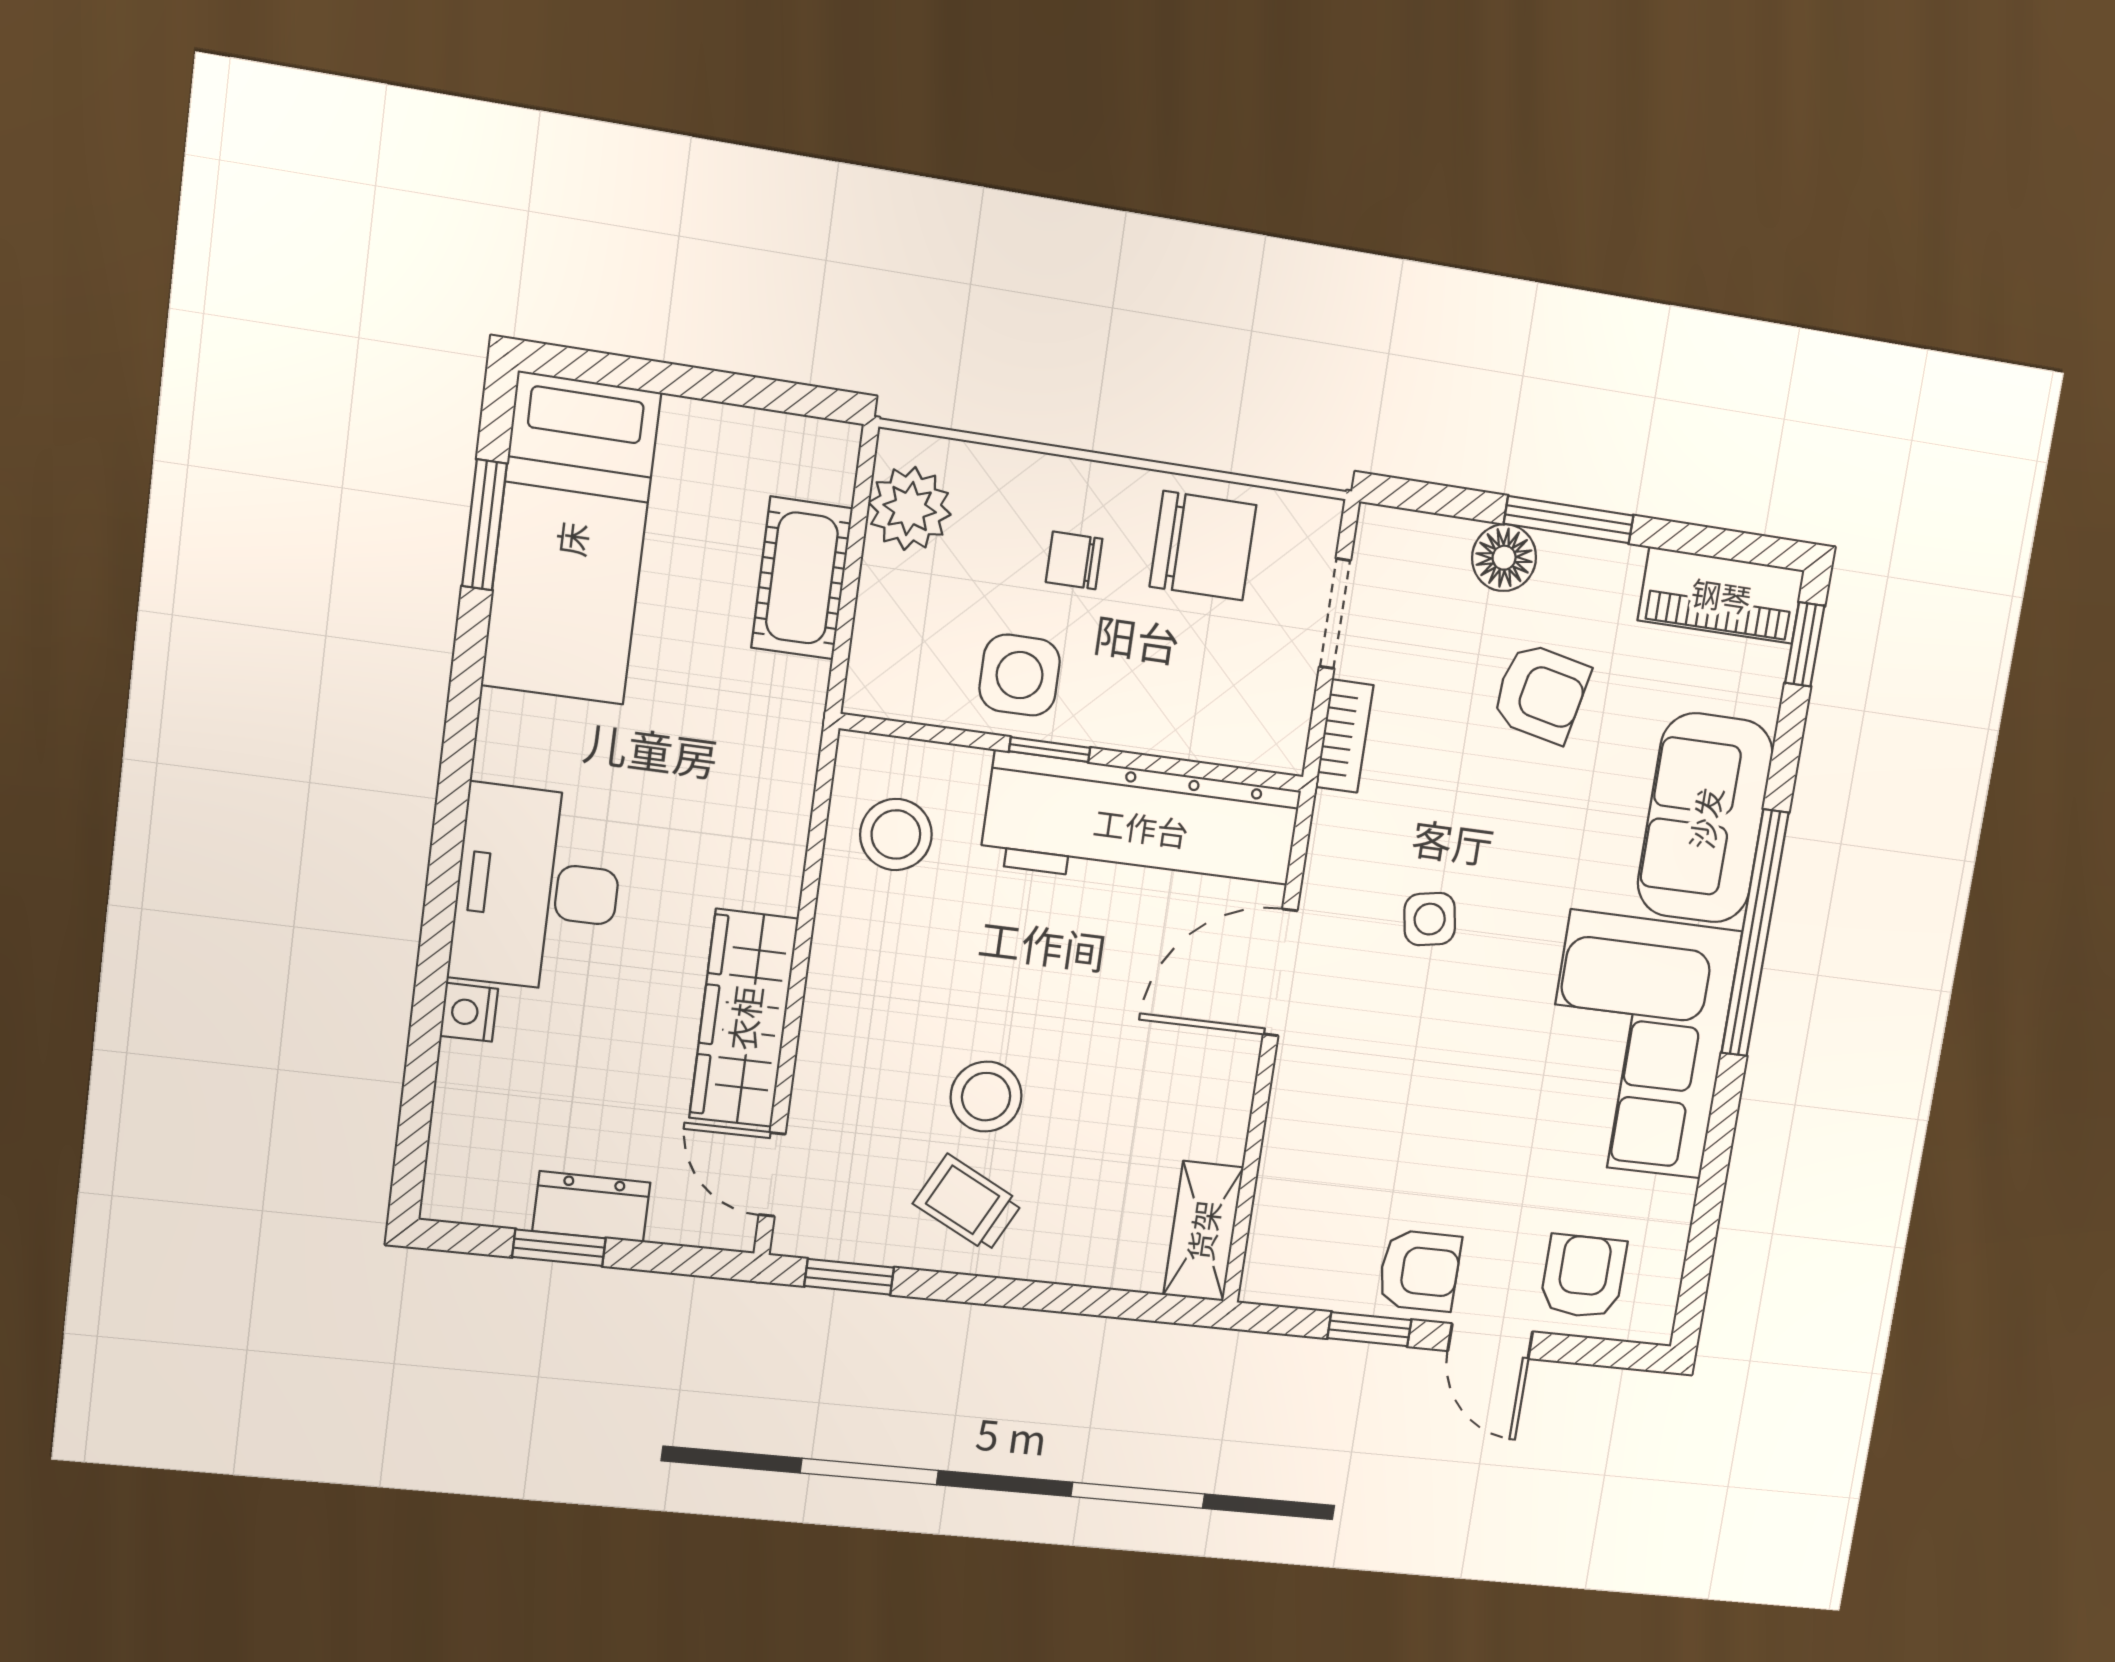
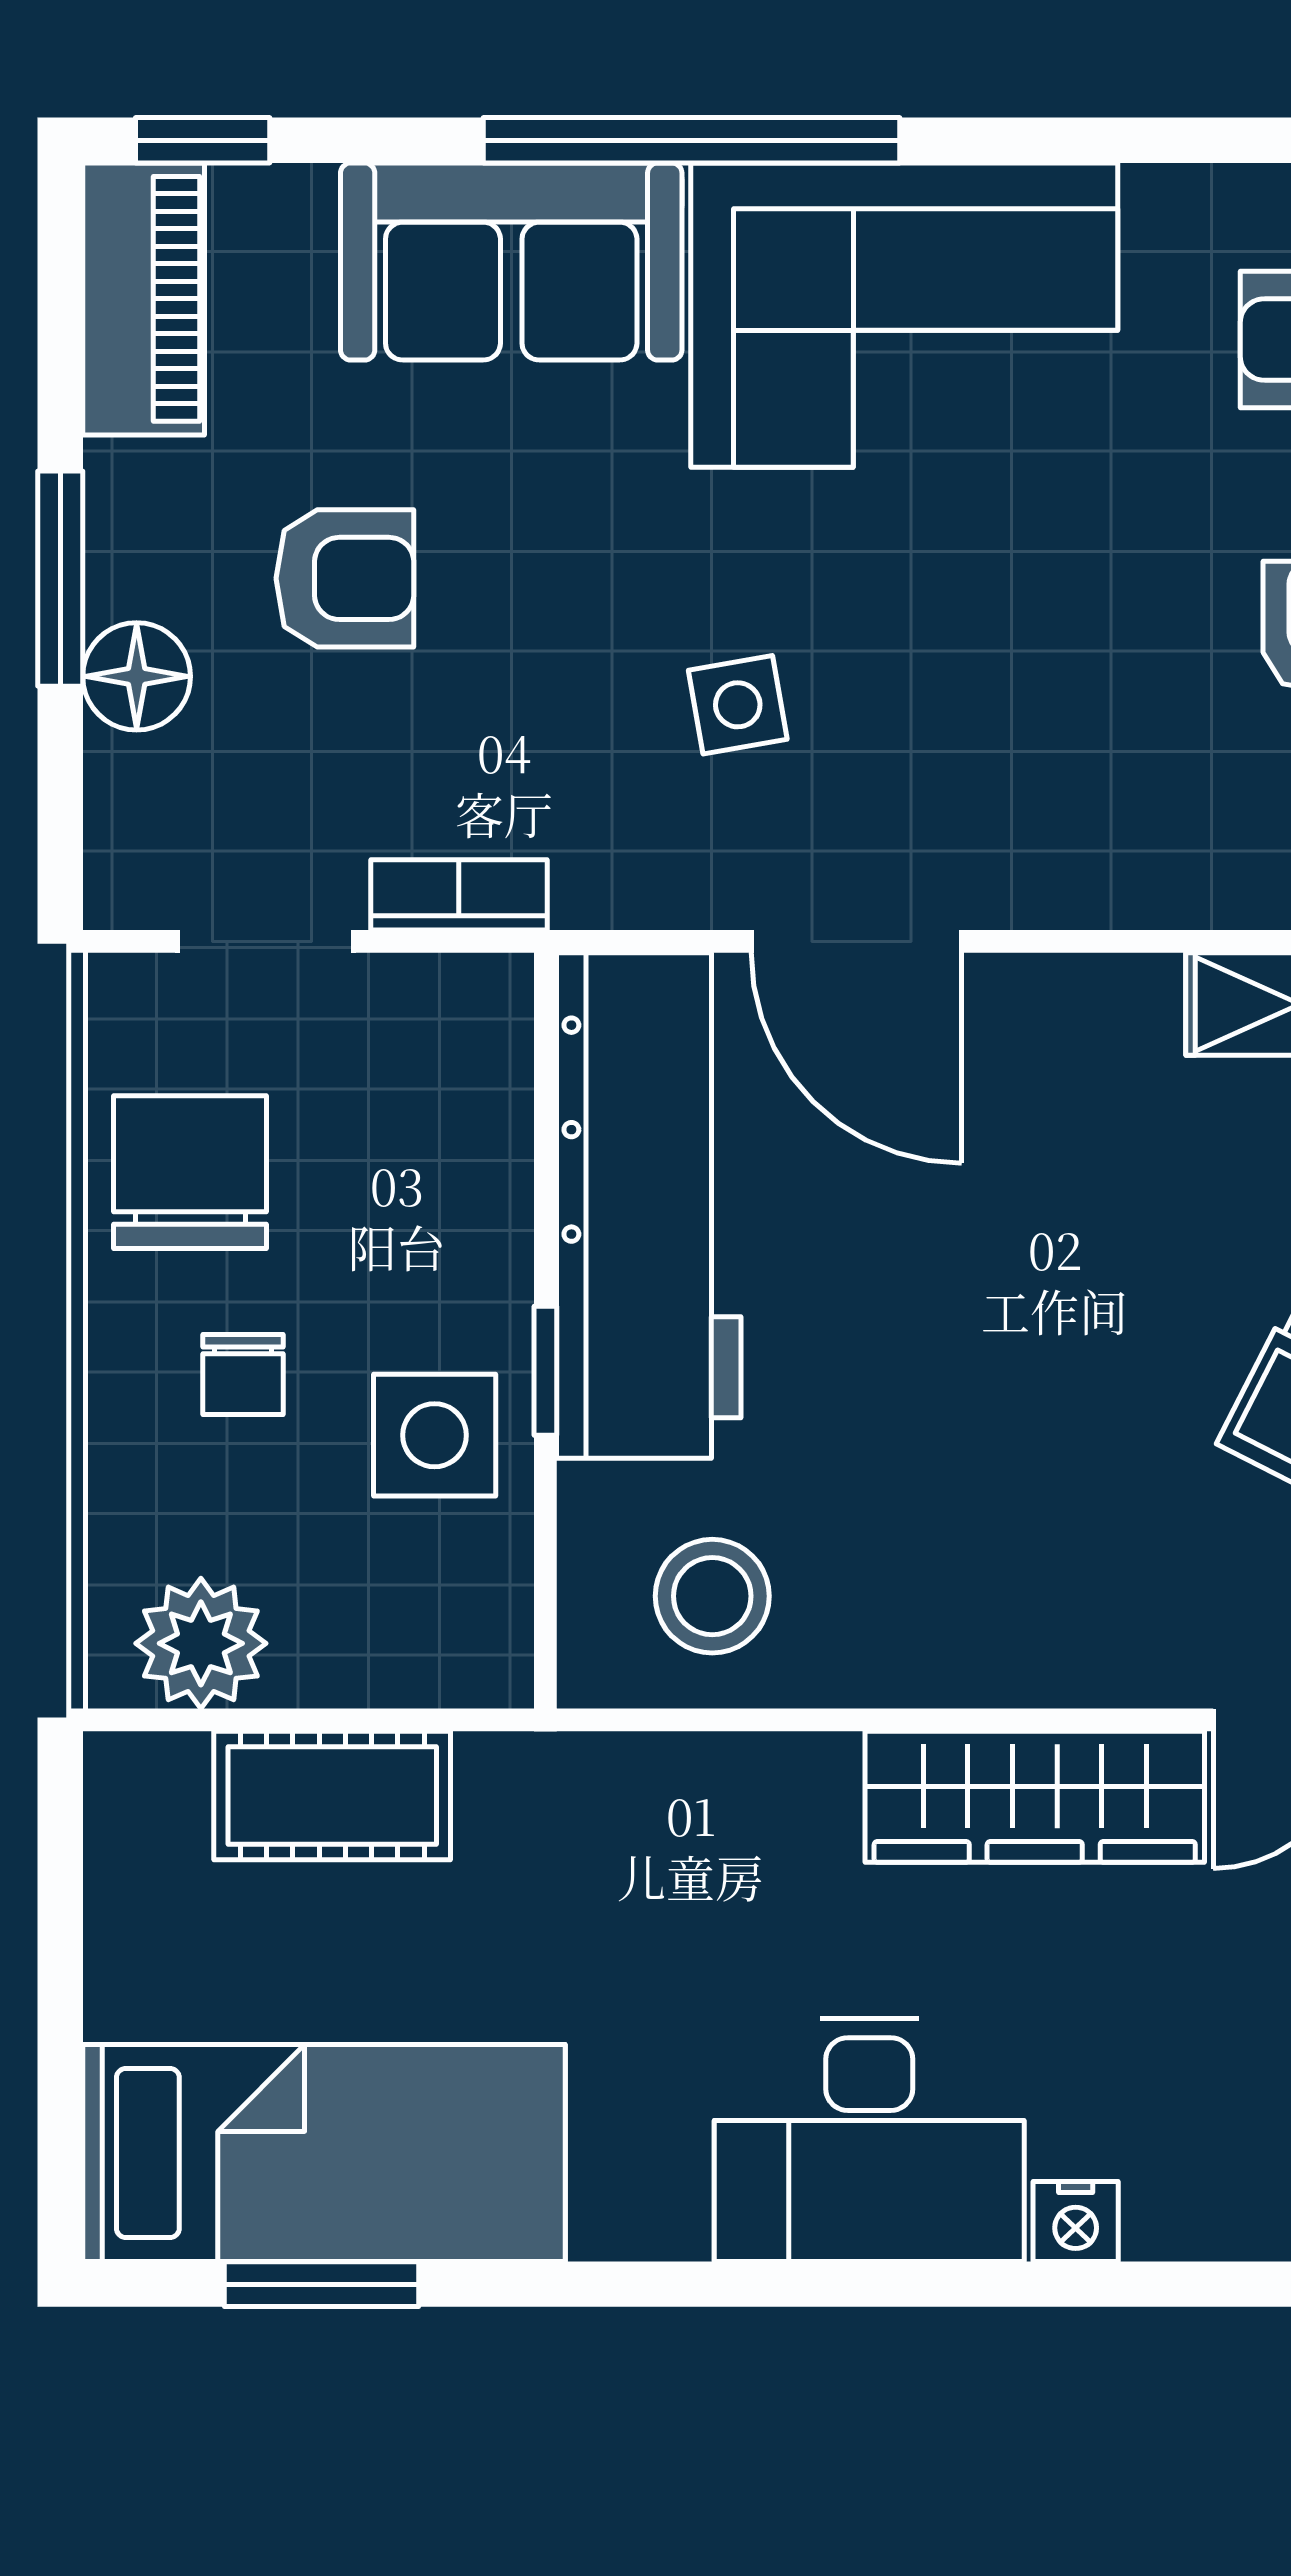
armchair: (1541, 693) -> (345, 578), turned 78
stool: (986, 1097) -> (1116, 1394), removed

